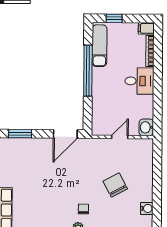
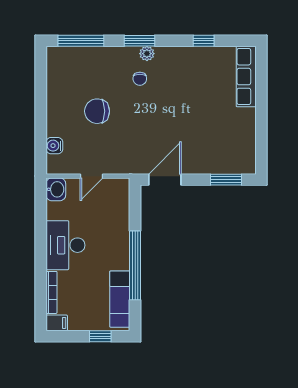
desk: (139, 81) -> (65, 245), width x1.37
chair: (115, 185) -> (97, 111), turned 118
water cooler: (147, 208) -> (54, 146), moved

